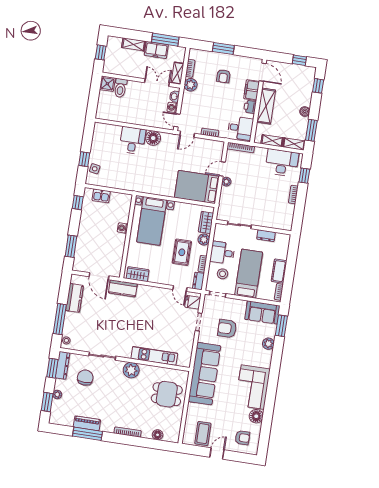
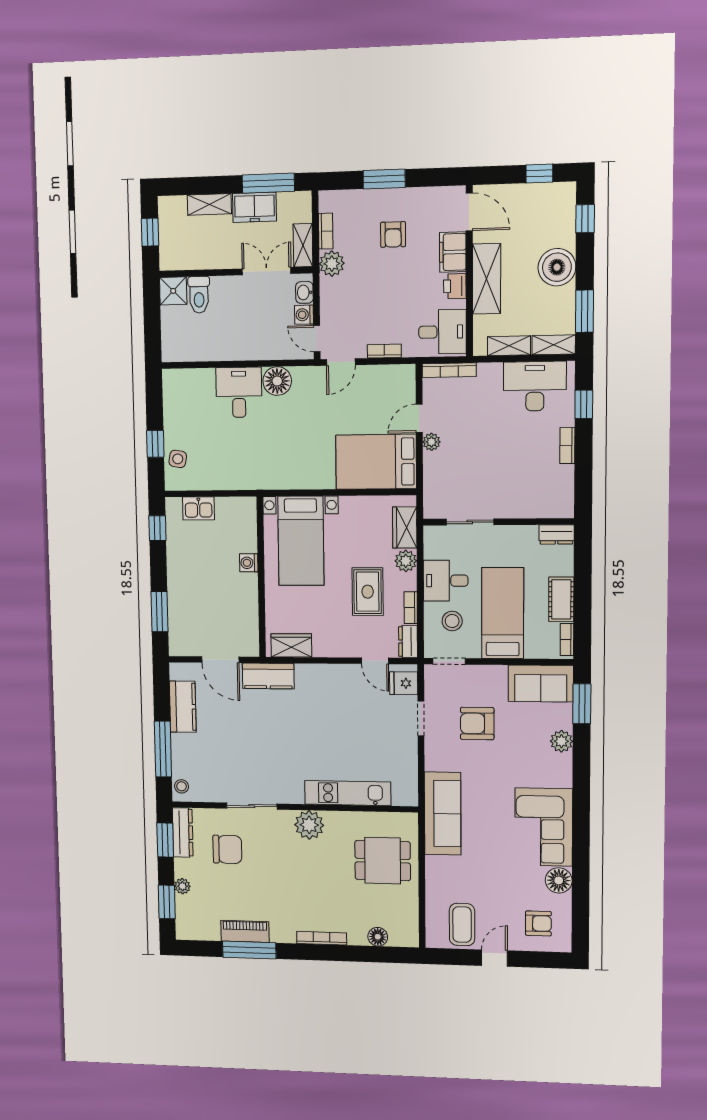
boiler: (305, 111) -> (557, 267), width x1.86, depth x1.86
dresser: (266, 236) -> (557, 534), moved
sofa: (205, 374) -> (443, 814), width x0.74, depth x0.79
chair: (85, 378) -> (227, 849), turned 90

